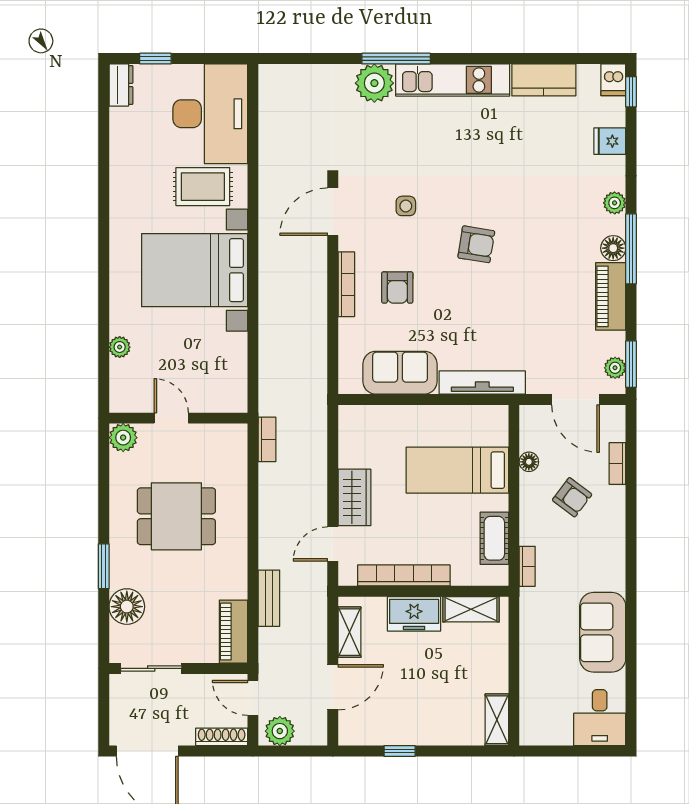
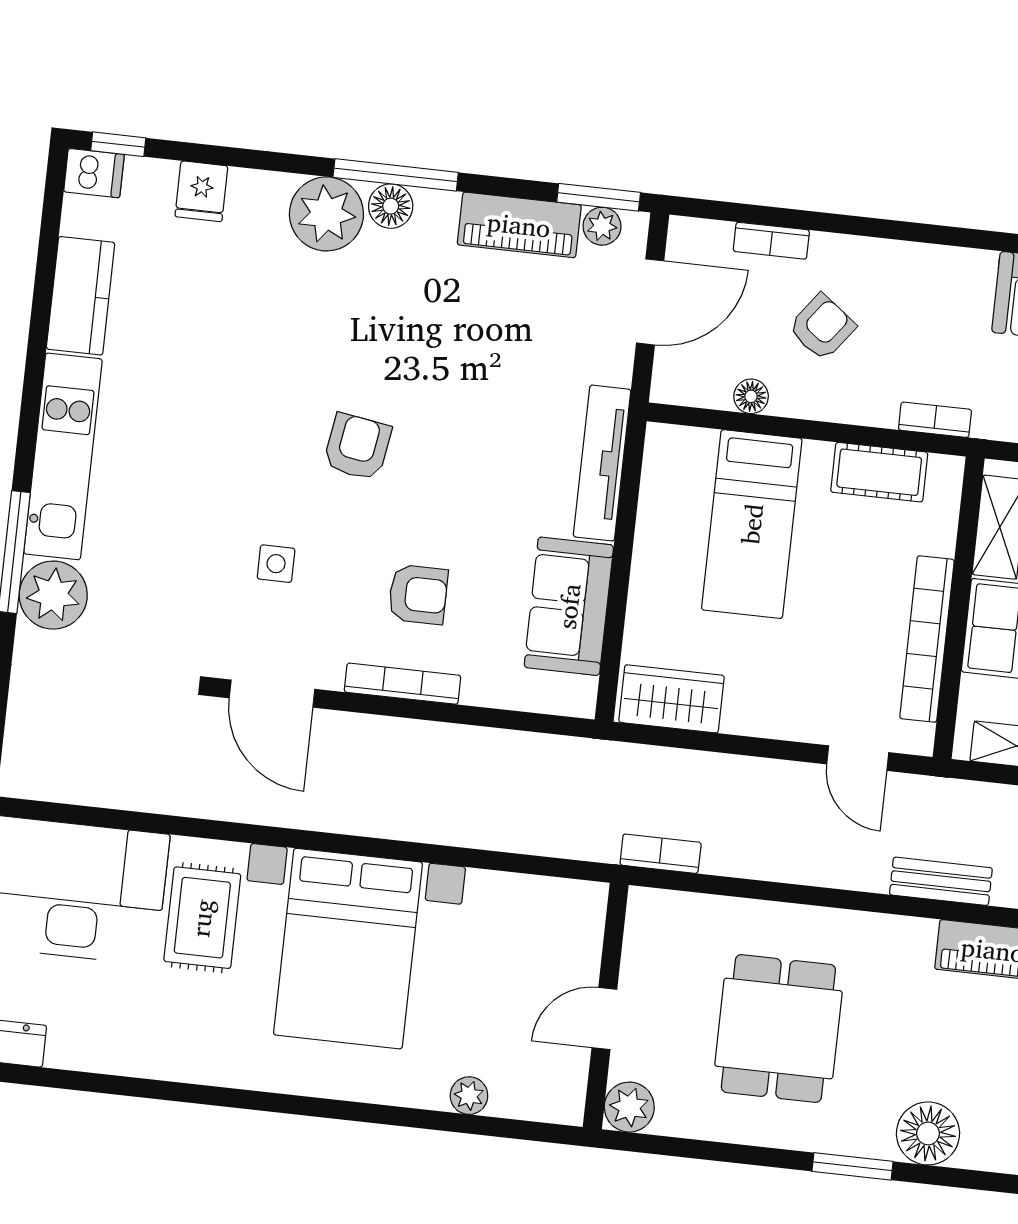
plant: (615, 203) -> (326, 214), width x1.88, depth x1.88
piano: (611, 296) -> (519, 225), moved
wardrobe: (354, 497) -> (672, 699), moved

